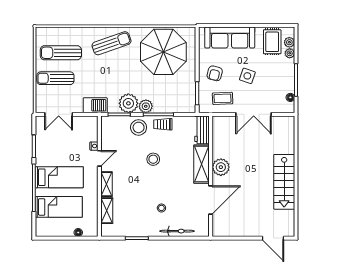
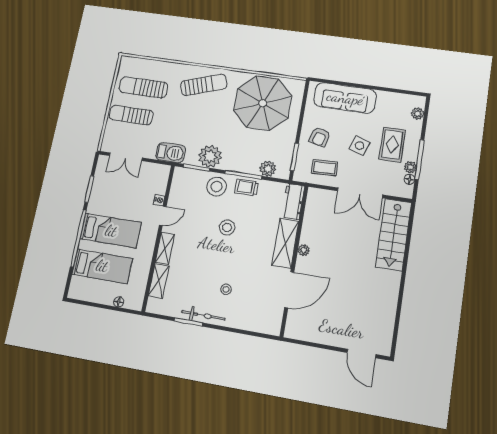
rug: (272, 42) -> (392, 144), moved
plant: (290, 53) -> (410, 167), moved
plant: (146, 106) -> (268, 169), moved
plant: (221, 167) -> (304, 250), width x0.53, depth x0.53
stairs: (284, 182) -> (394, 235), moved
bicycle: (177, 231) -> (203, 315), moved

